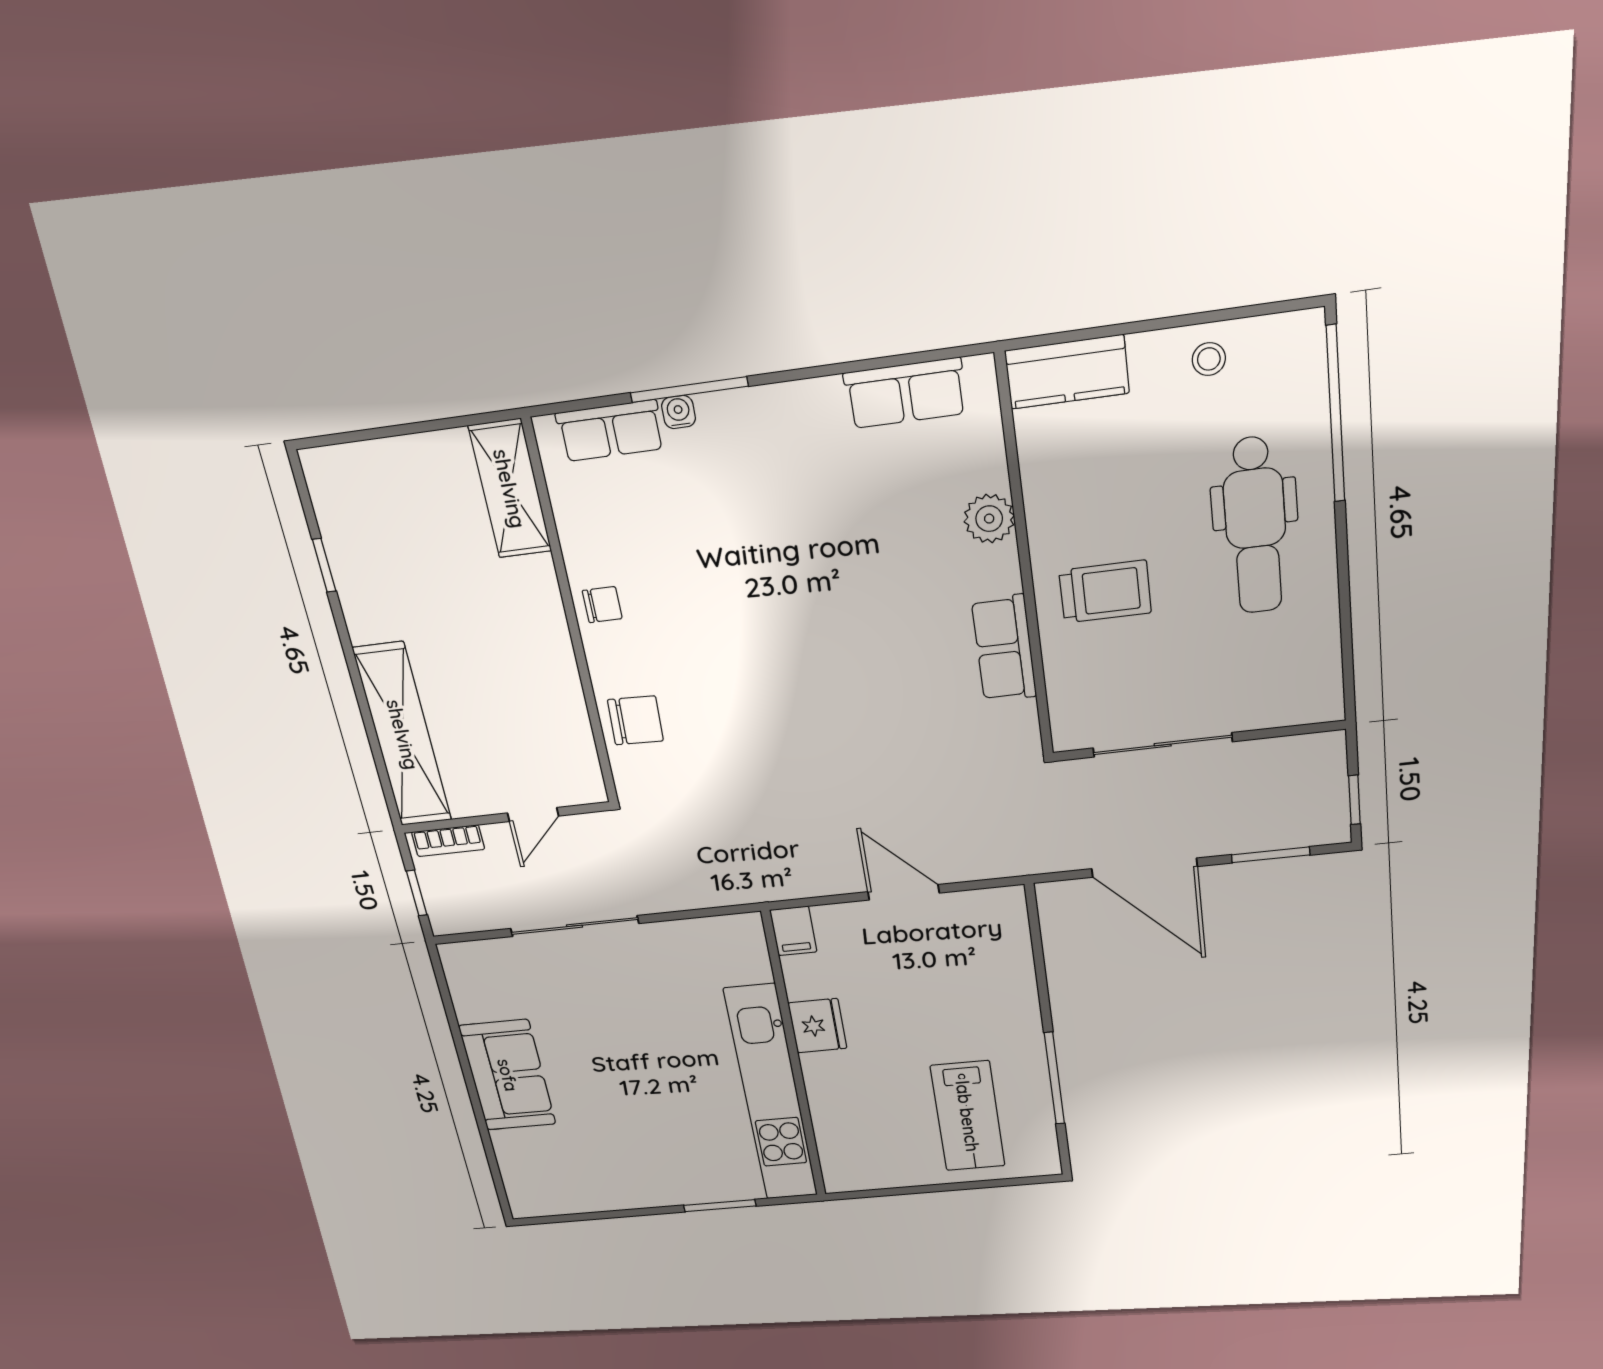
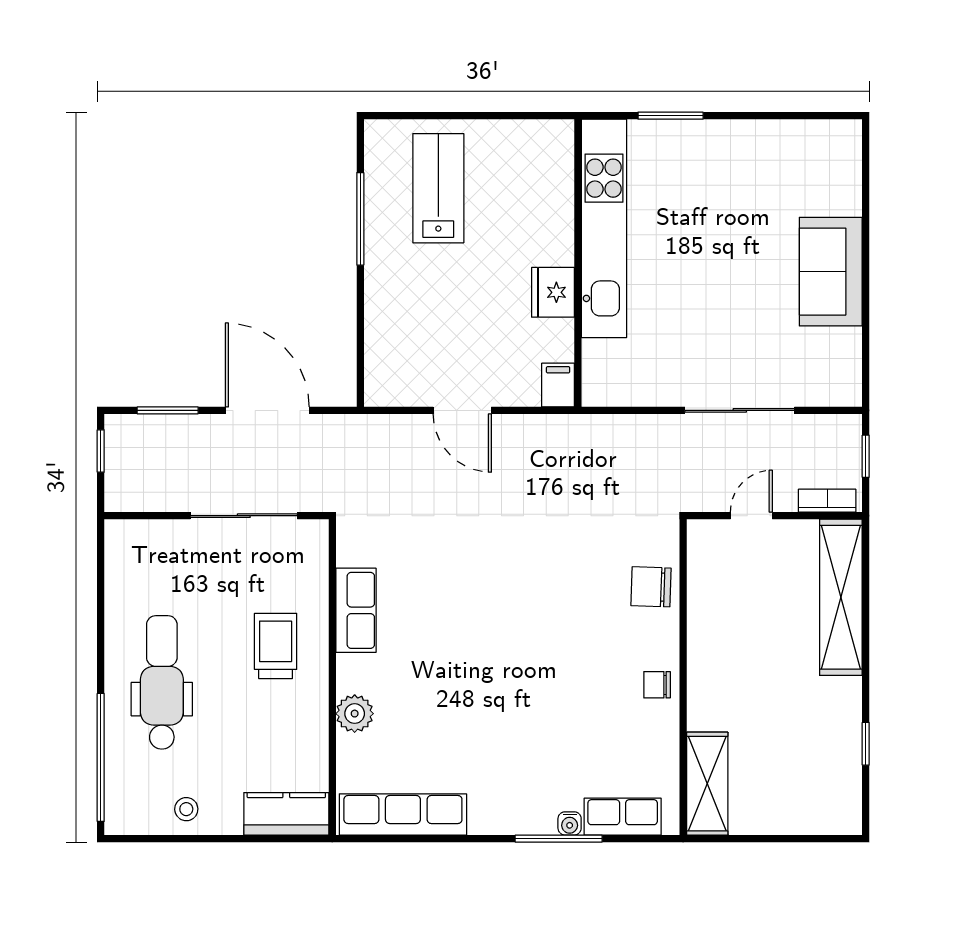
row of seats: (905, 393) -> (403, 814), width x1.48
trolley: (1105, 592) -> (276, 646), turned 90

